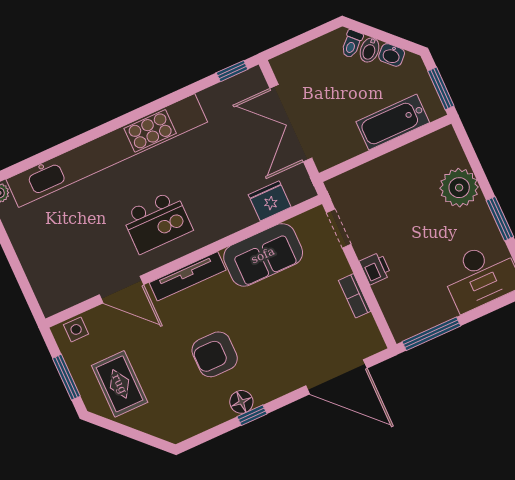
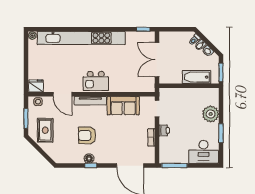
fridge: (270, 201) -> (36, 86), moved
kitchen island: (157, 222) -> (96, 81), moved

